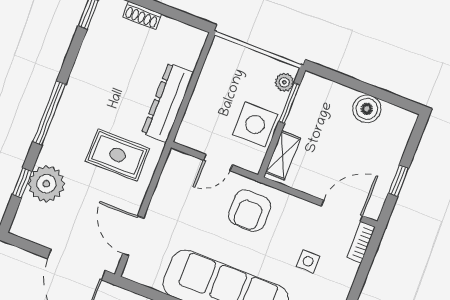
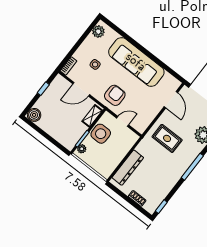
dresser: (168, 103) -> (128, 168), moved
boiler: (367, 109) -> (34, 115), moved
door: (342, 211) -> (81, 89), moved

